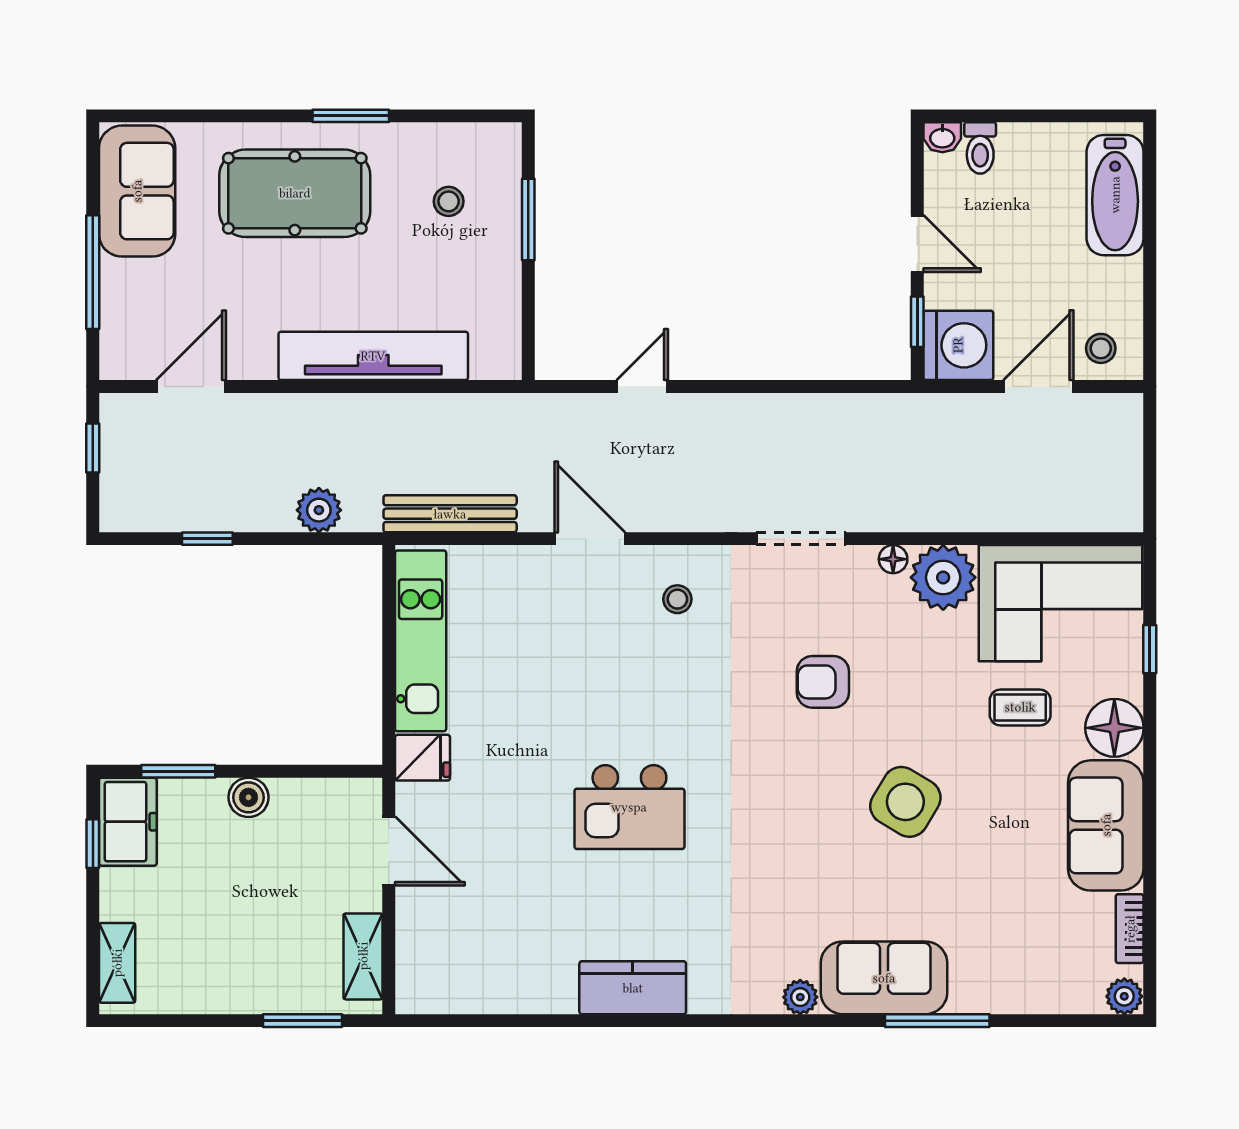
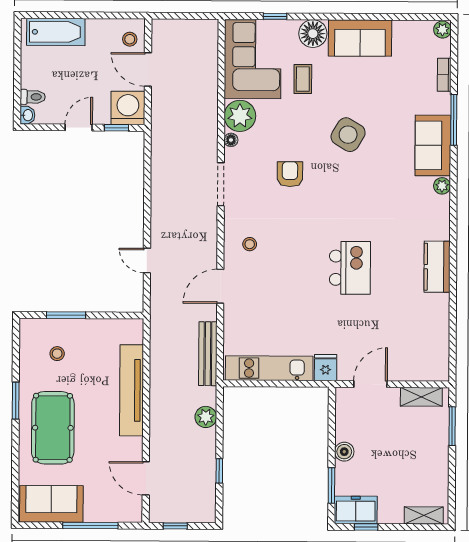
armchair: (823, 682) -> (290, 174), turned 180
bookcase: (1130, 929) -> (444, 75), moved, turned 90

